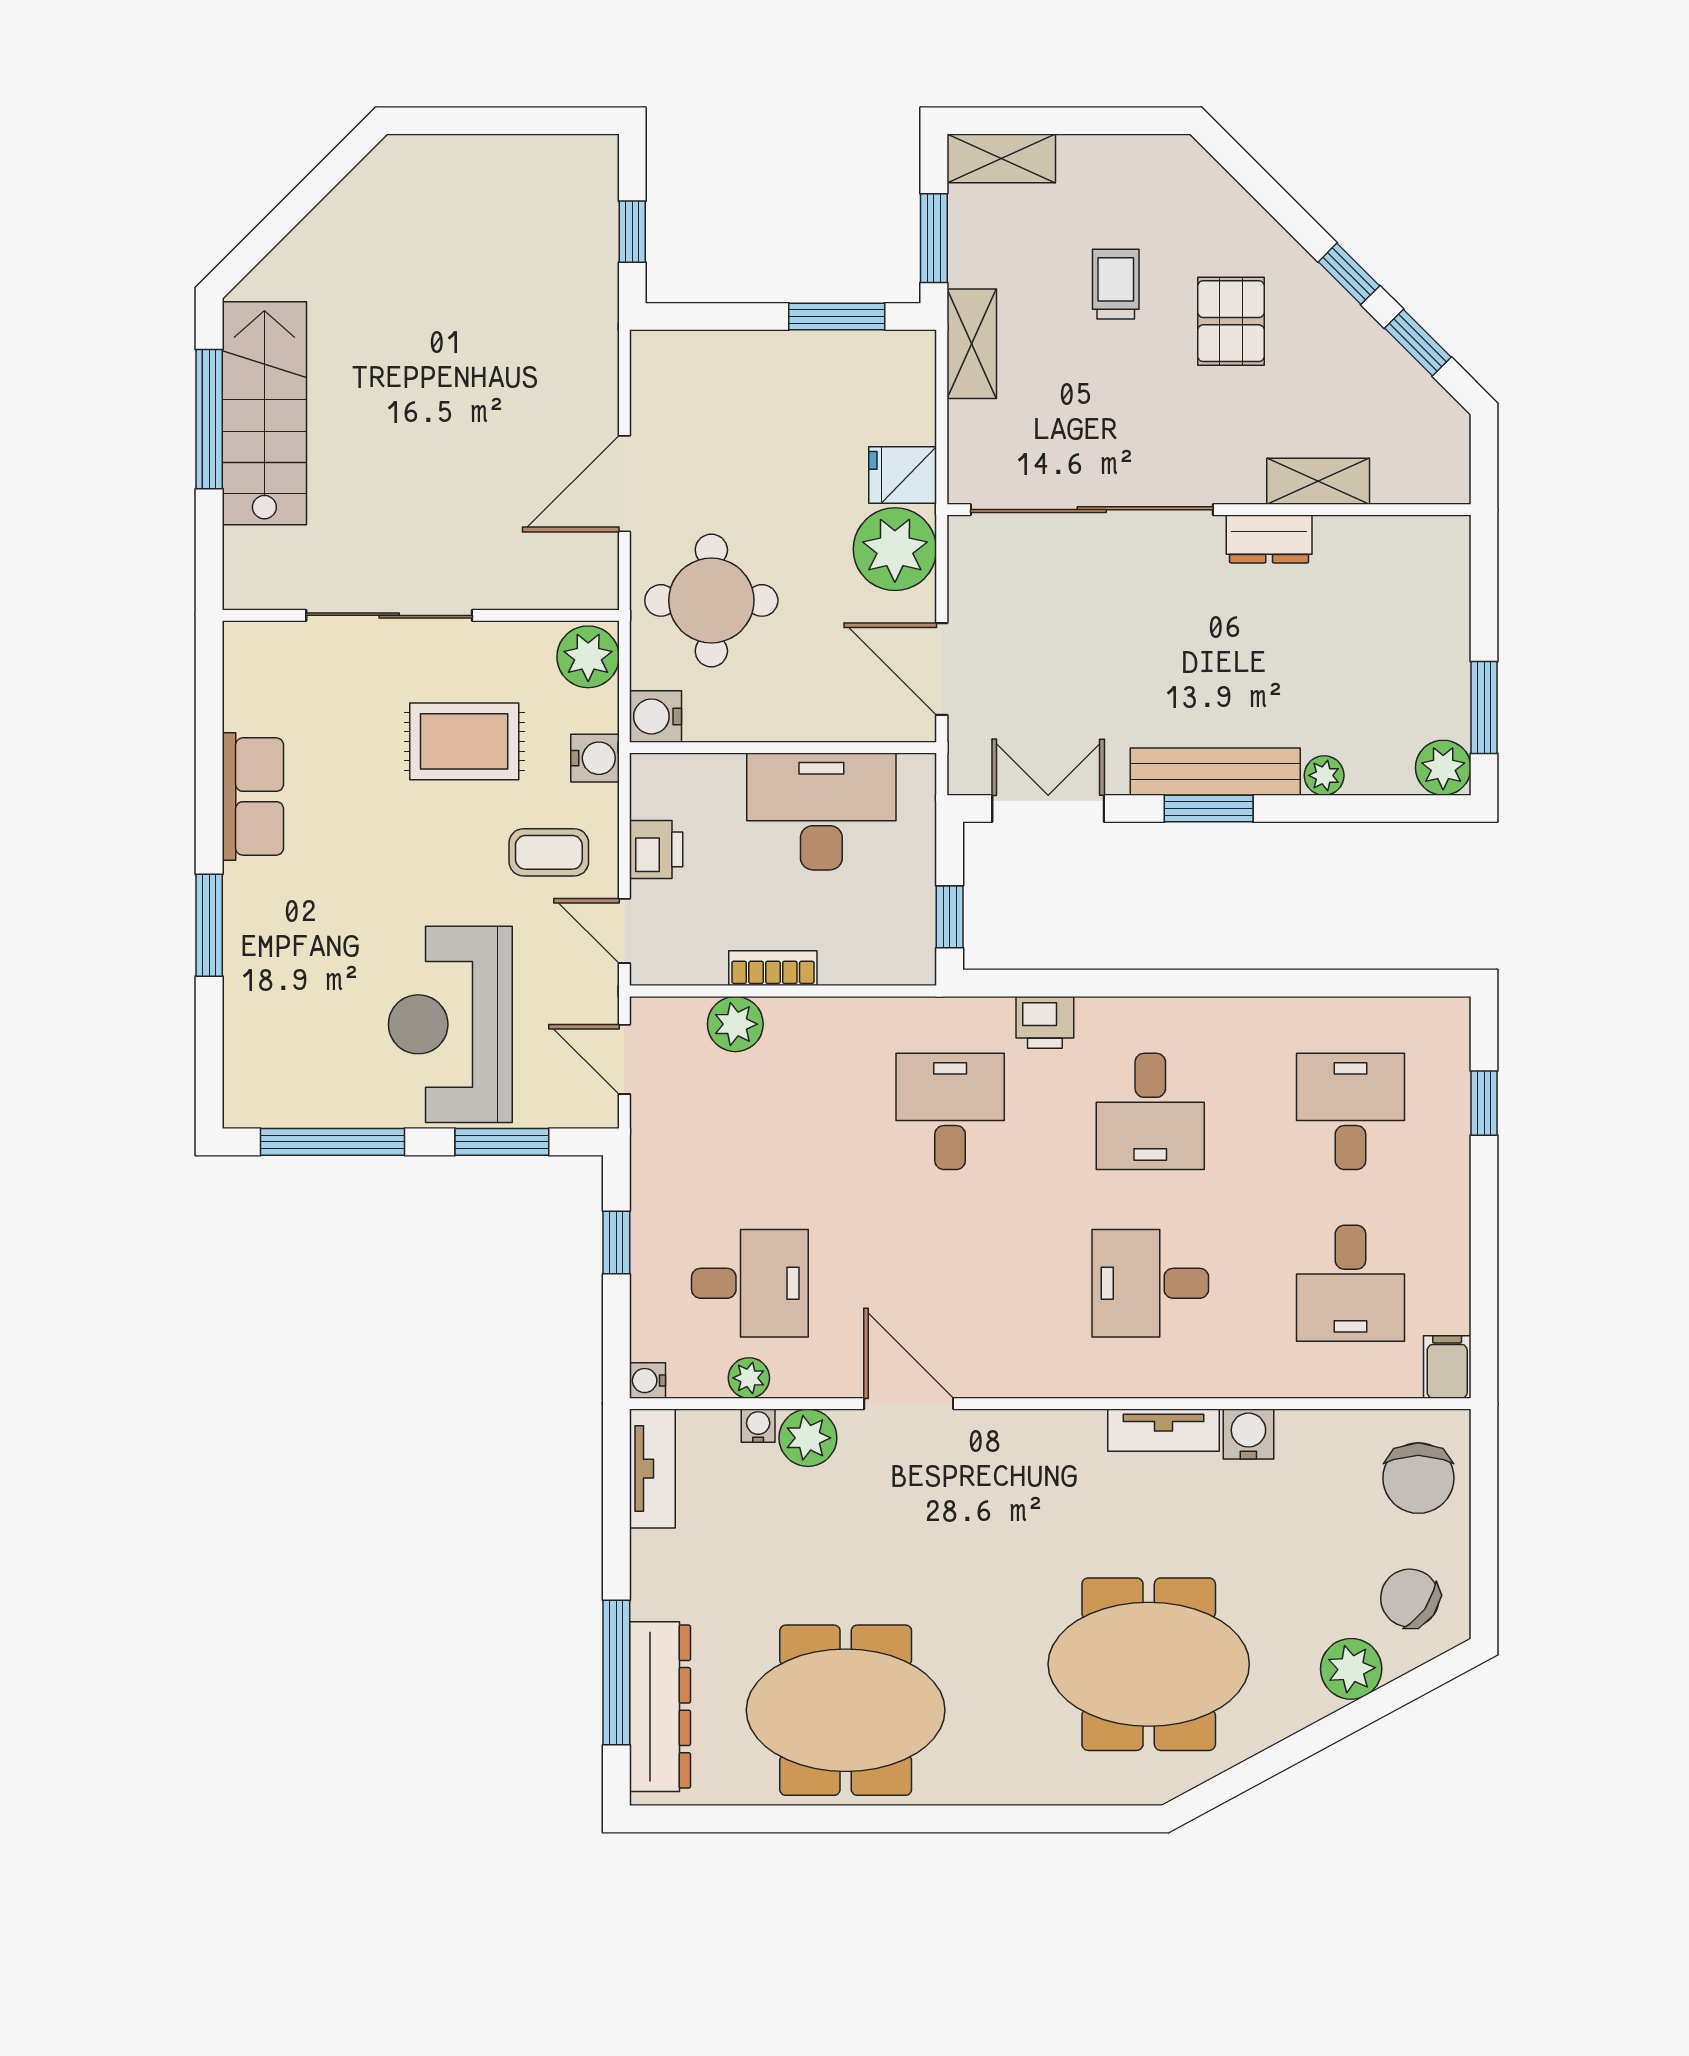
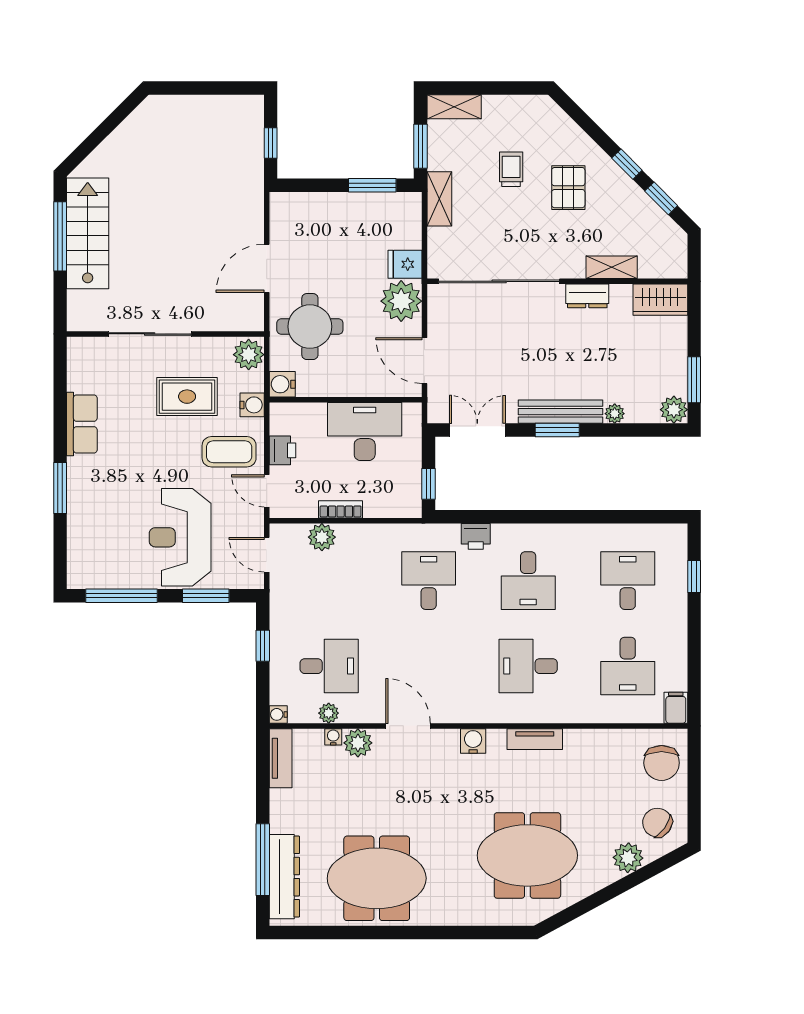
wardrobe: (1416, 547) -> (660, 300), added
coffee table: (549, 852) -> (229, 452), width x1.36, depth x1.30
water cooler: (1248, 1434) -> (473, 741), moved

